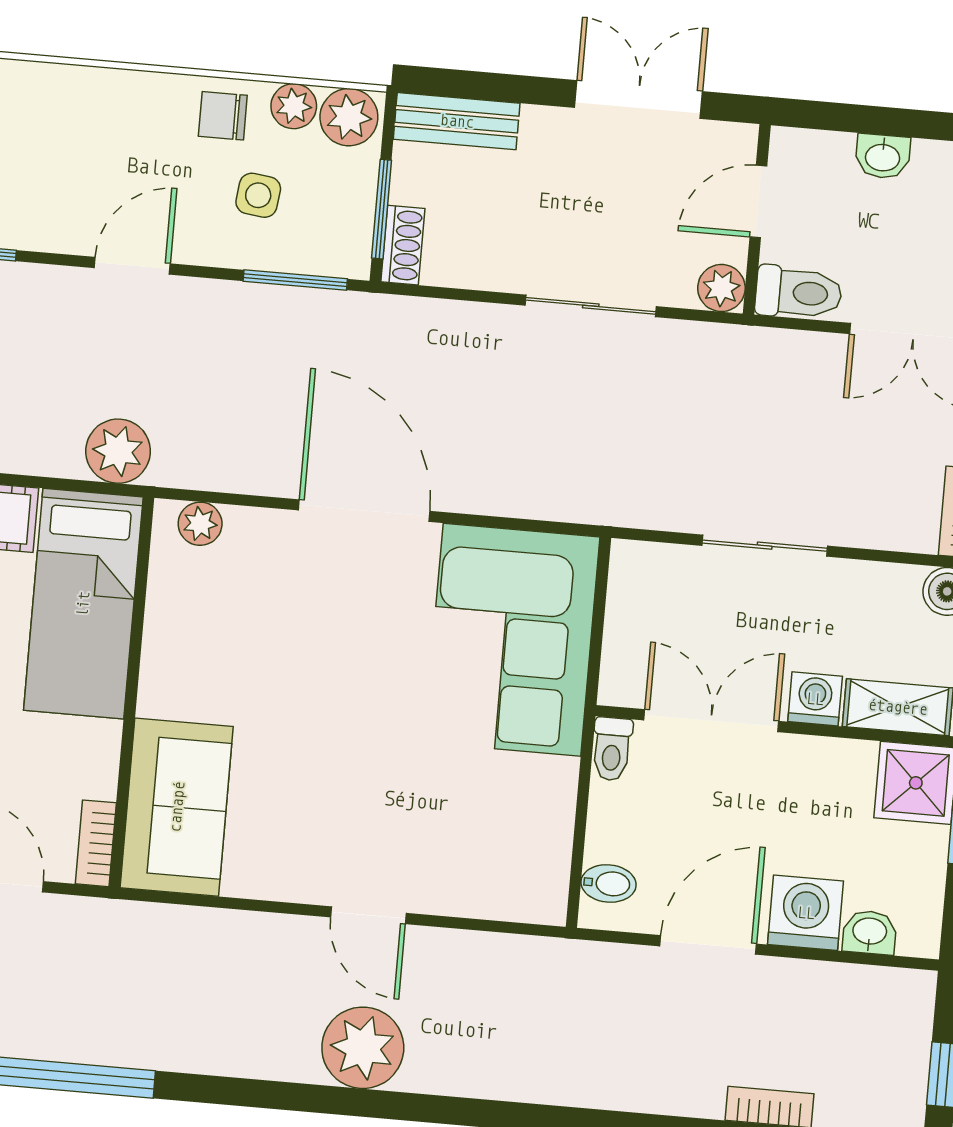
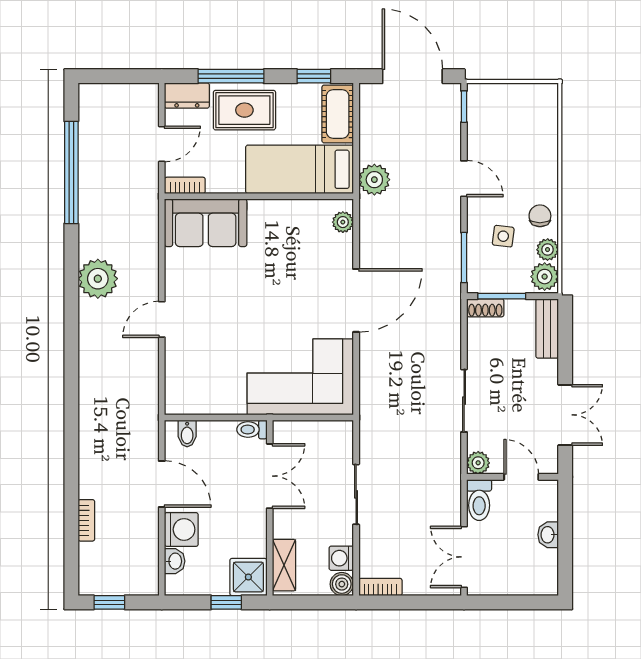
washing machine: (815, 699) -> (341, 558), moved, turned 180
plant: (363, 1048) -> (98, 279), moved

